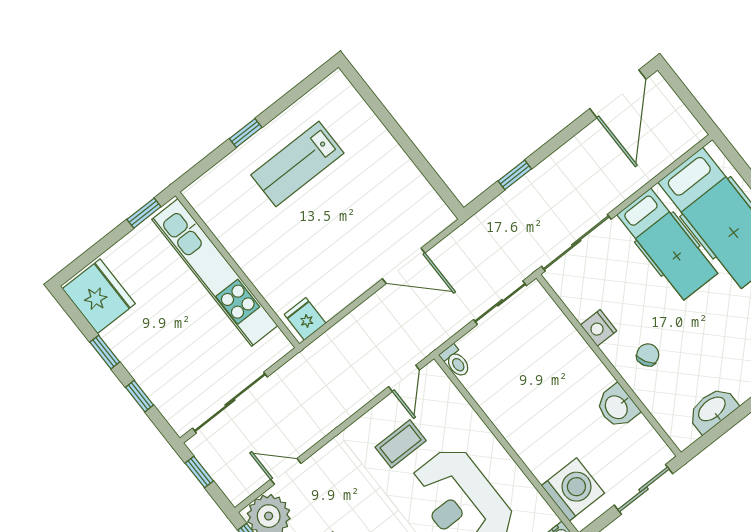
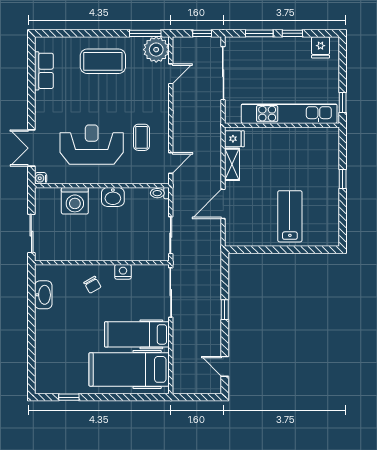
door: (618, 94) -> (225, 366), width x0.53
lab bench: (297, 164) -> (290, 216), moved
window: (515, 175) -> (225, 310), moved
shelving: (342, 295) -> (232, 164), added
fridge: (99, 296) -> (321, 47), width x0.53, depth x0.75
door: (404, 378) -> (171, 163), swing flipped
window: (139, 396) -> (259, 33), width x1.50
washbasin: (617, 407) -> (113, 197), moved, turned 180
washing machine: (573, 489) -> (75, 201), moved

